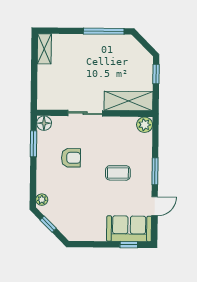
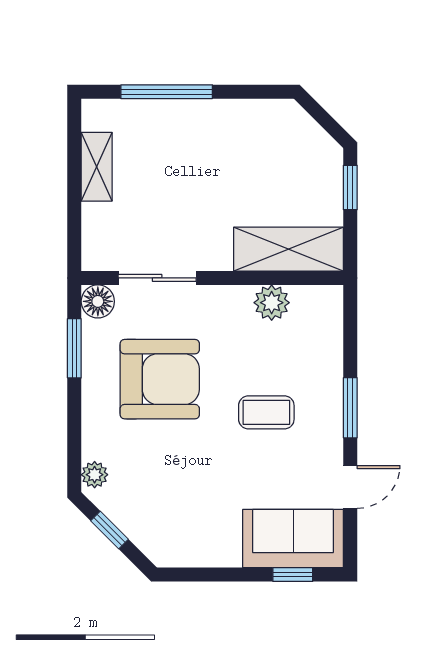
window: (104, 31) -> (167, 92), moved
shelving: (44, 49) -> (97, 167), moved
sliding door: (85, 113) -> (157, 278), moved
plant: (145, 125) -> (272, 303), moved
armchair: (71, 158) -> (160, 379), width x1.88, depth x1.88

